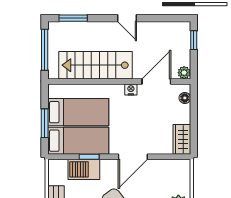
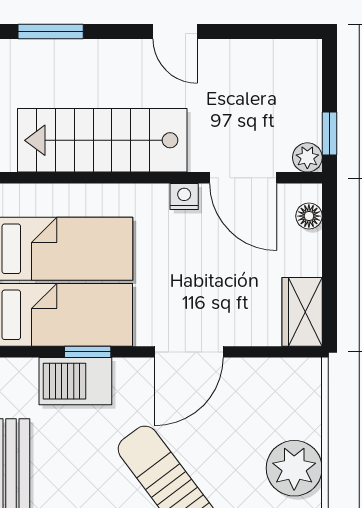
window: (194, 40) -> (329, 134), moved
door: (156, 81) -> (243, 178), swing flipped

